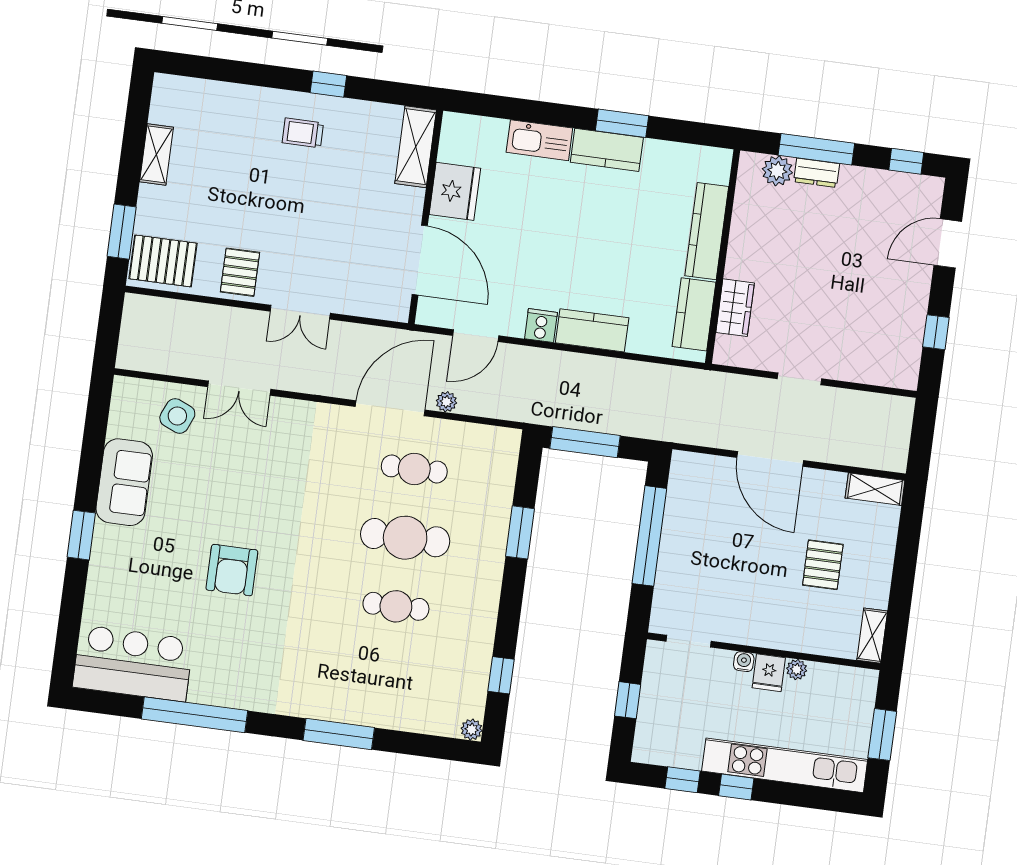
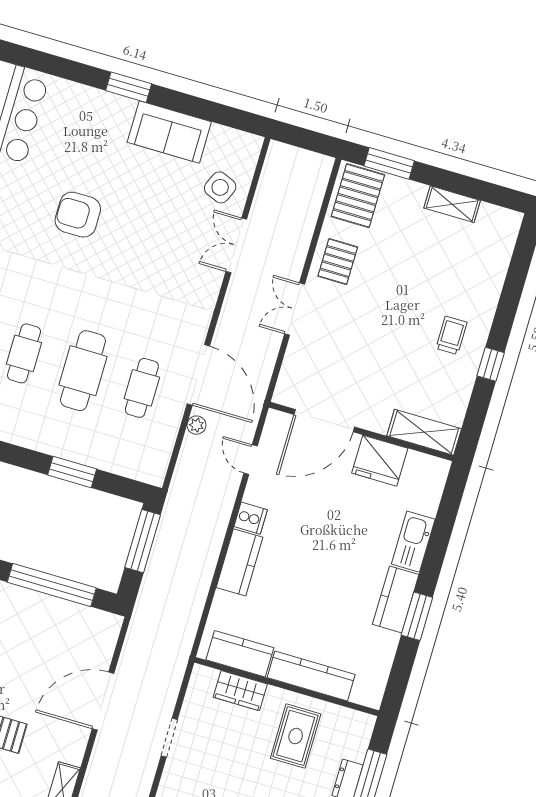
plant: (777, 171) -> (355, 746), removed
rug: (776, 238) -> (296, 736), added
pallet: (240, 272) -> (338, 262), turned 90
door: (476, 336) -> (251, 460), width x0.73

